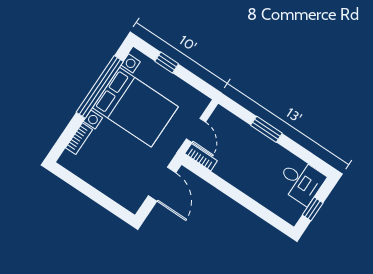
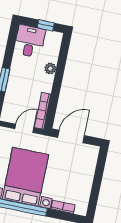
bookcase: (201, 157) -> (43, 111), width x1.56
plant: (257, 193) -> (50, 69), added

